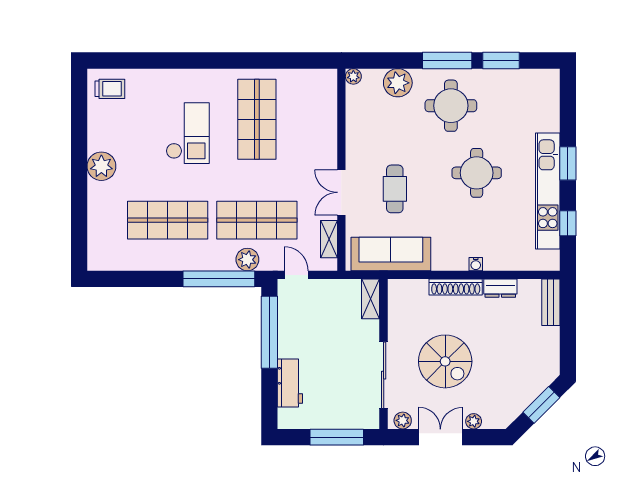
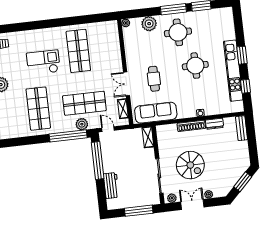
checkout: (188, 133) -> (43, 62), turned -90
shop shelf: (168, 220) -> (38, 109), turned 90

